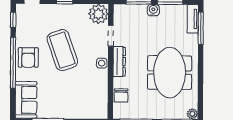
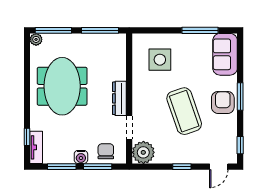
window: (201, 28) -> (27, 137), width x0.46
window: (13, 63) -> (240, 97), width x0.47
side table: (102, 63) -> (160, 60), moved, width x1.87, depth x1.87
chair: (121, 95) -> (106, 151), moved

